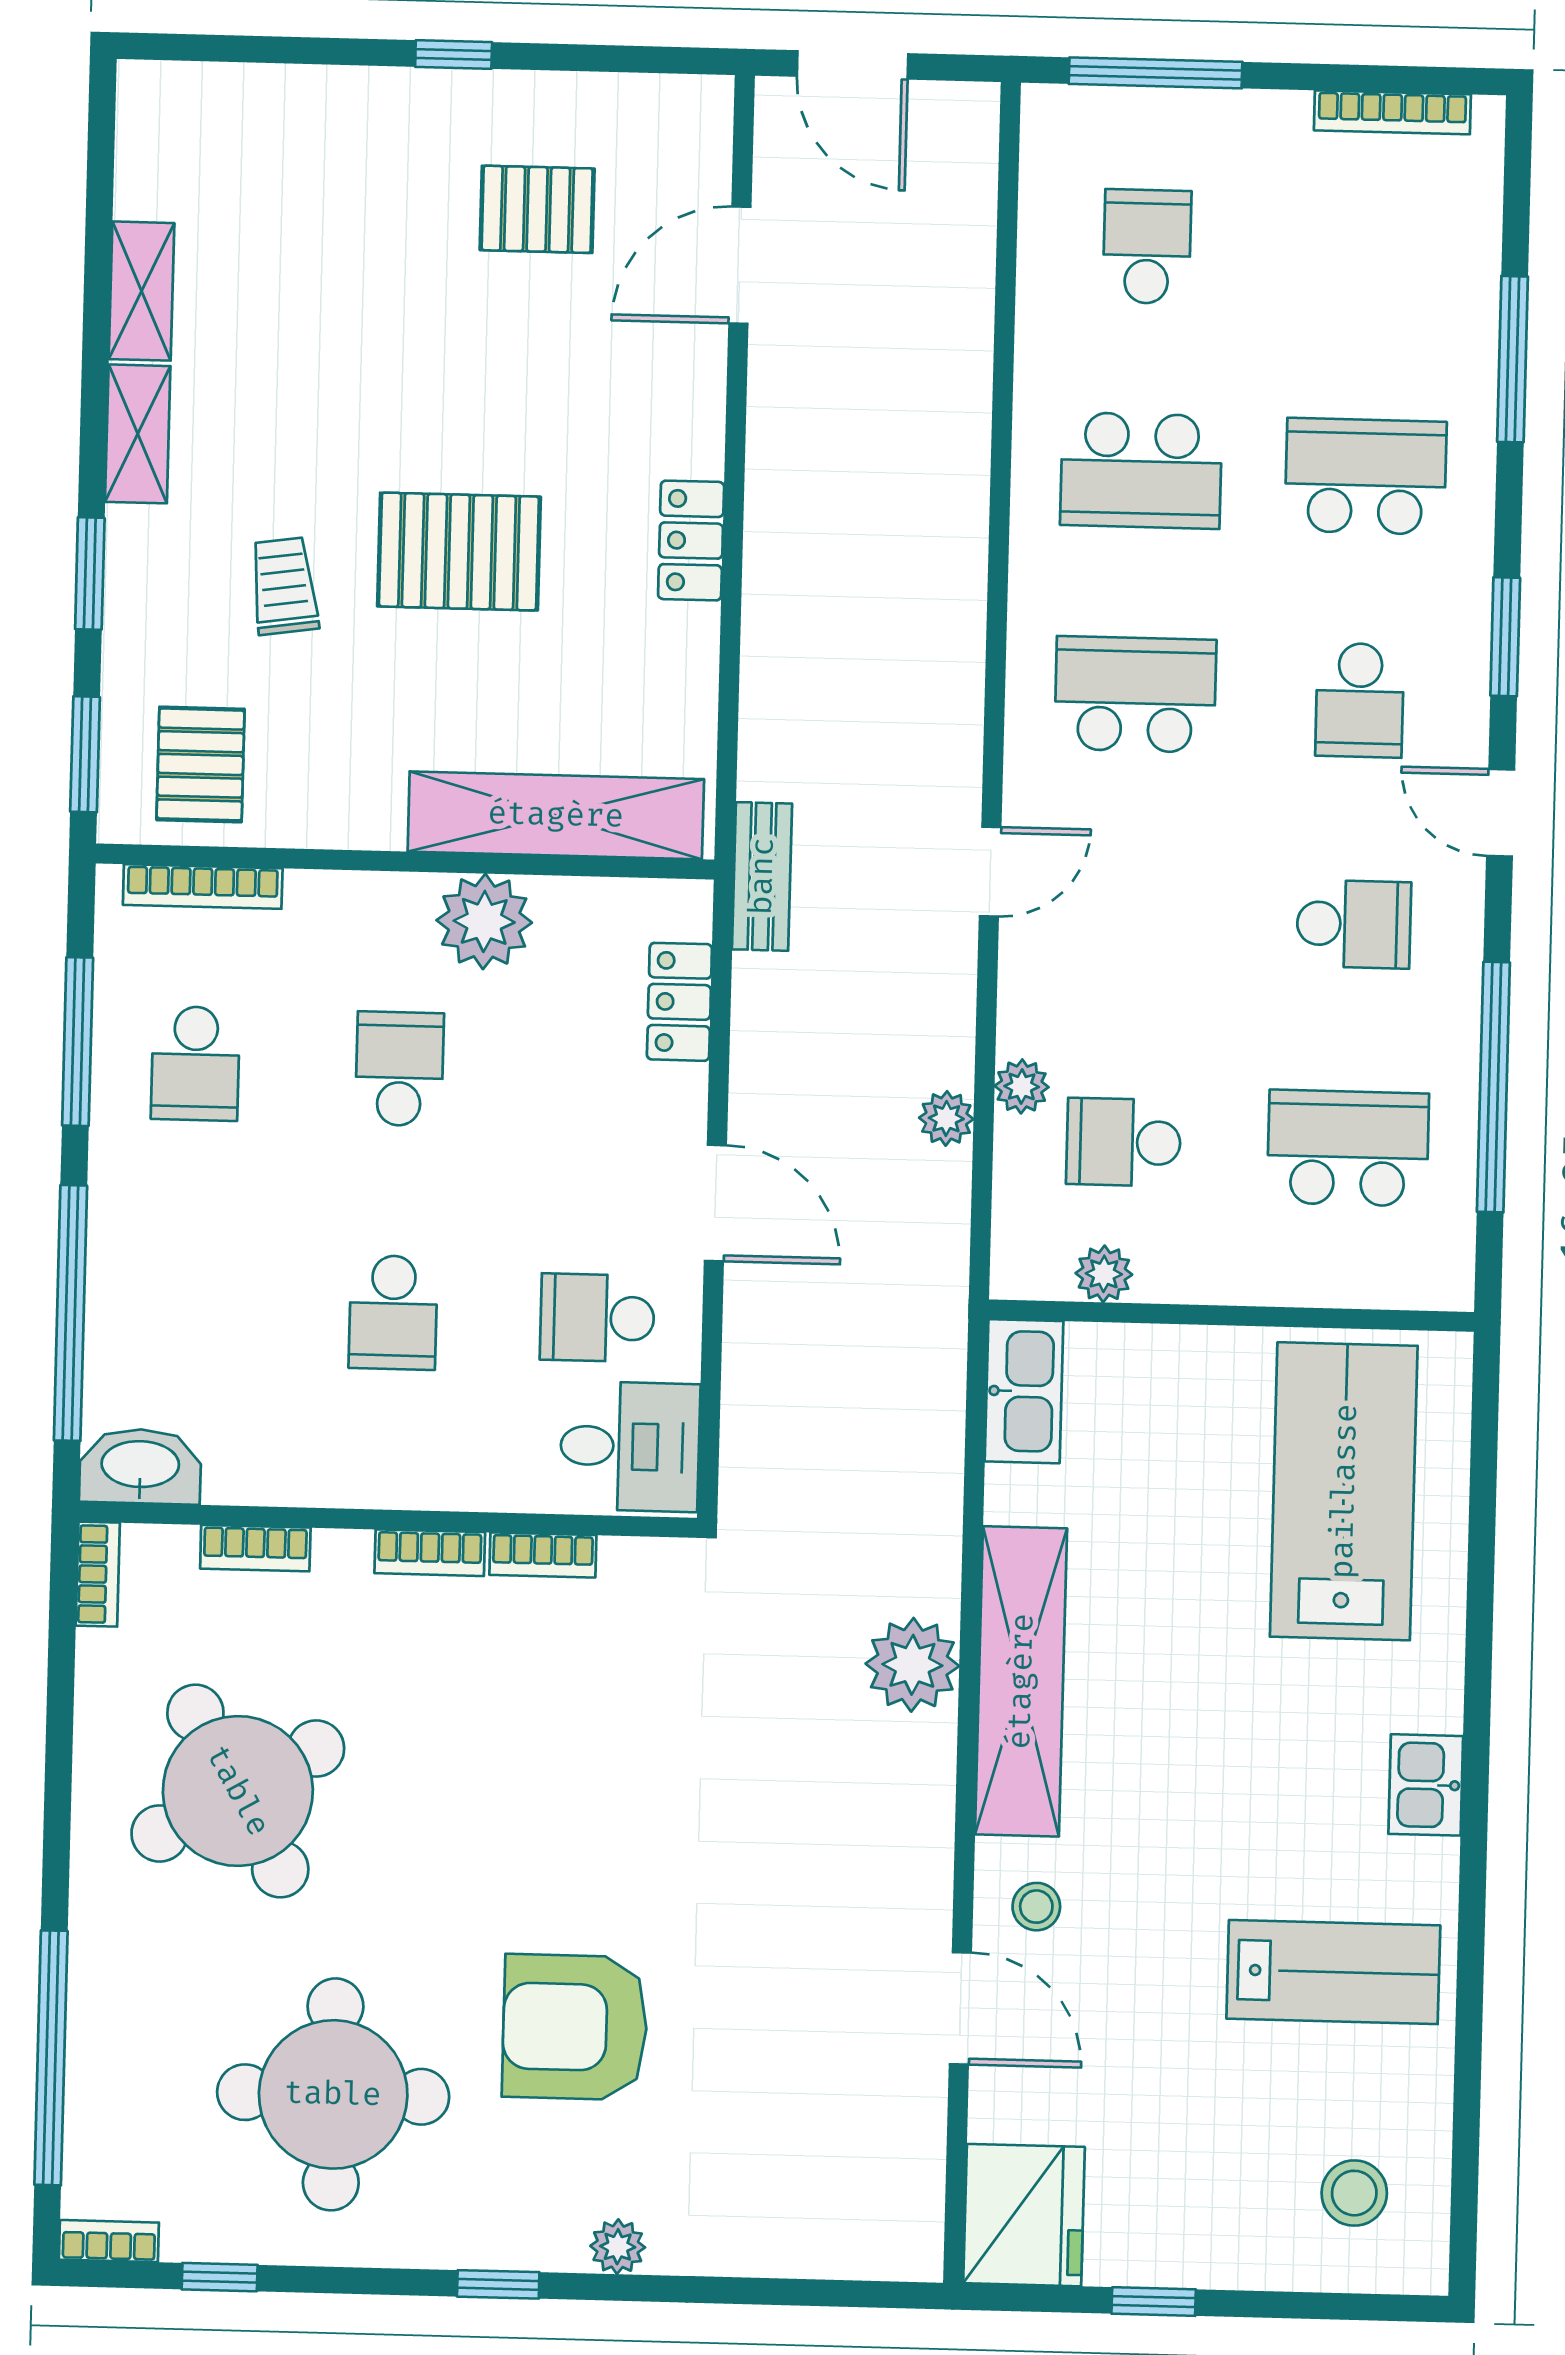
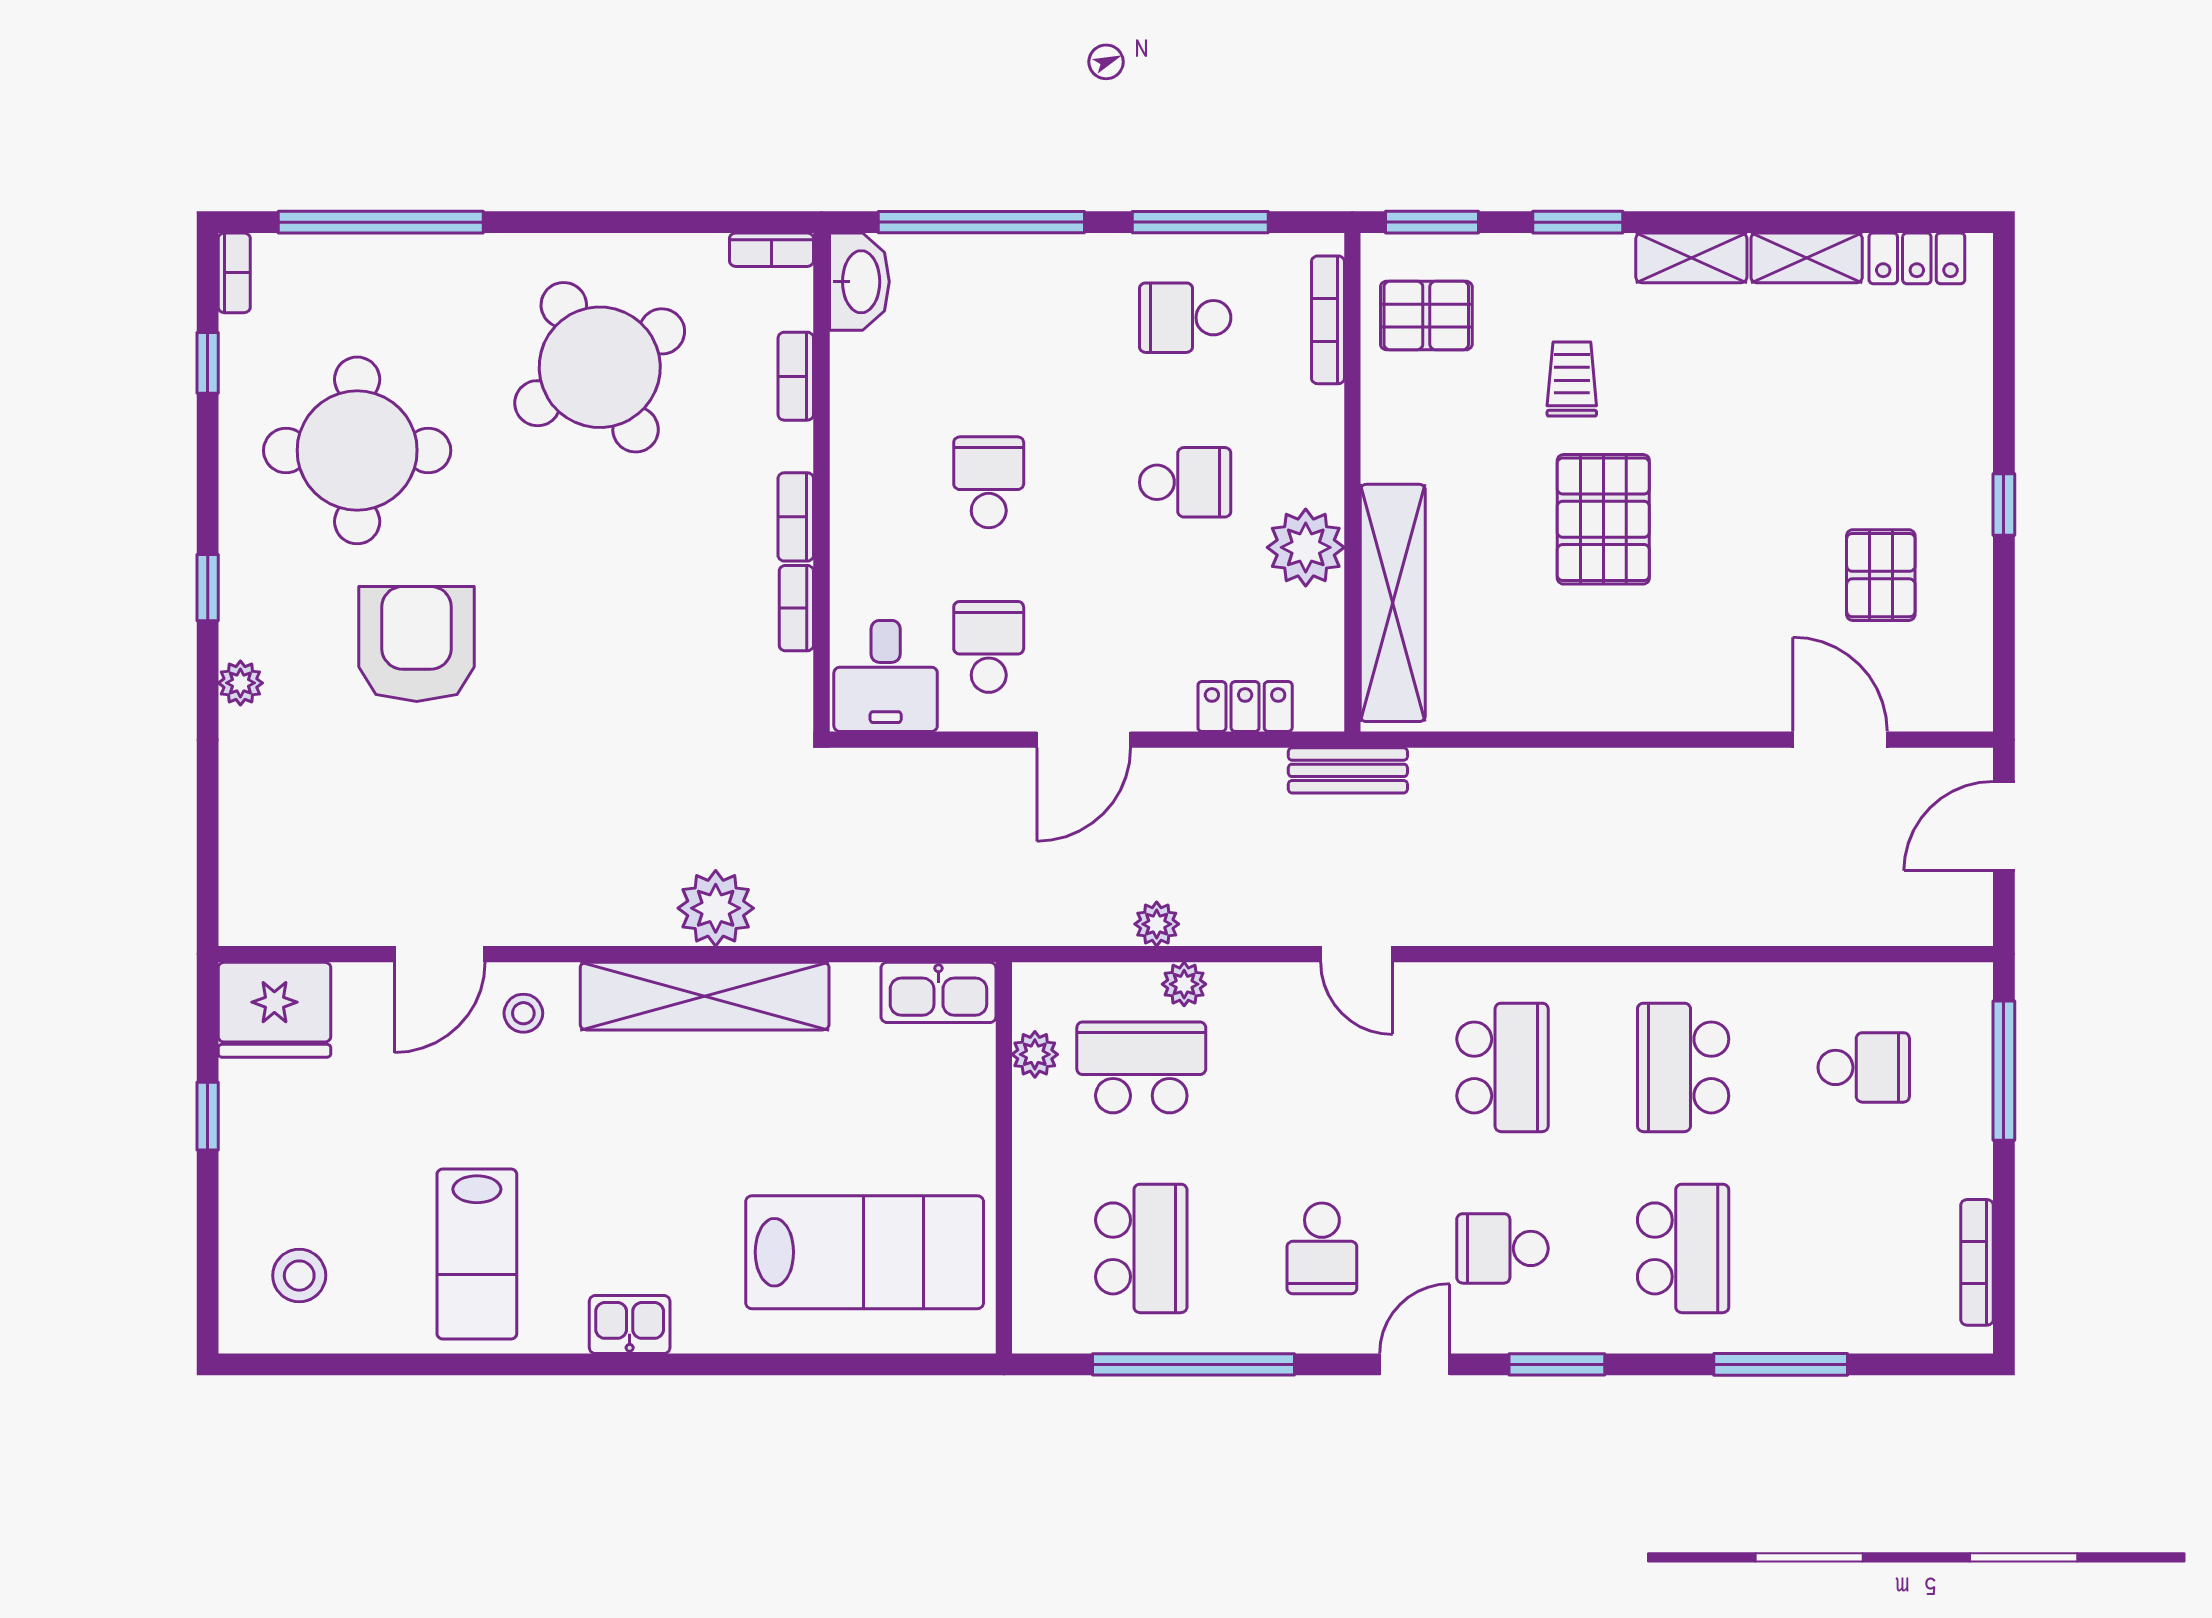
locker: (691, 541) -> (1917, 258), moved, turned 180
trolley: (284, 586) -> (1572, 379), turned -82
school desk: (1124, 1142) -> (1141, 1067), width x1.85
school desk: (393, 1312) -> (989, 482), turned 90

